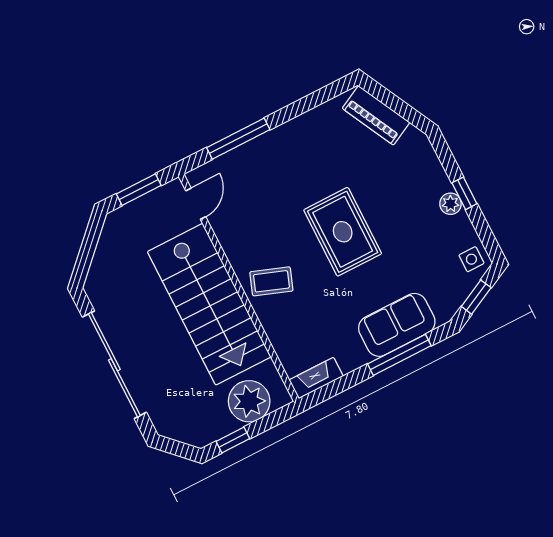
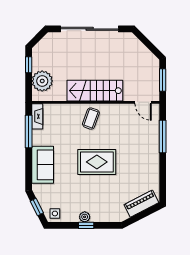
stairs: (209, 304) -> (95, 91), width x0.73, depth x0.66
window: (399, 355) -> (29, 131), moved

